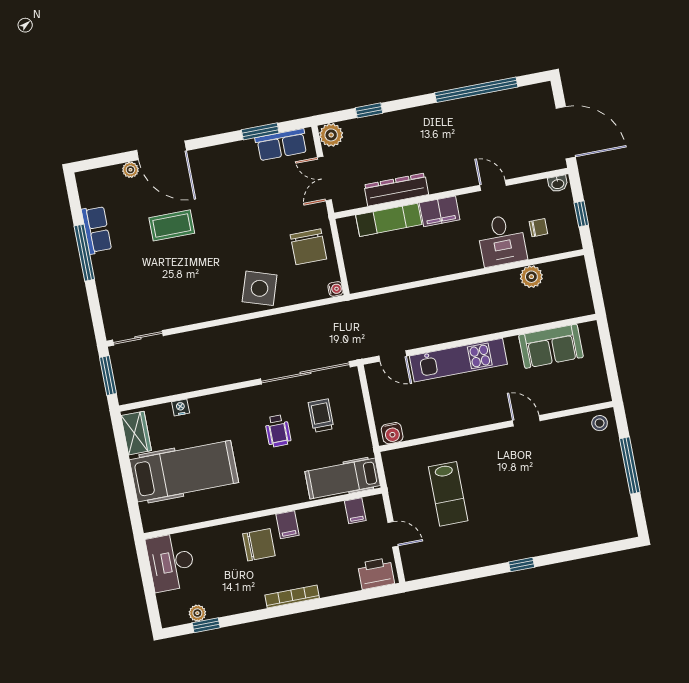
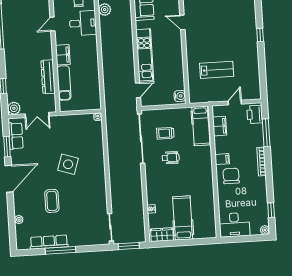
door: (162, 150) -> (9, 179), moved
row of seats: (97, 230) -> (49, 242), width x1.48
chair: (308, 247) -> (73, 128), removed
side table: (260, 288) -> (68, 164), moved
door: (526, 421) -> (182, 22), hinge flipped
hospital bed: (184, 471) -> (183, 218), width x0.73, depth x0.78
filing cabinet: (355, 511) -> (220, 126), width x2.00
window: (345, 598) -> (266, 133), added
plant: (197, 613) -> (265, 230), moved

